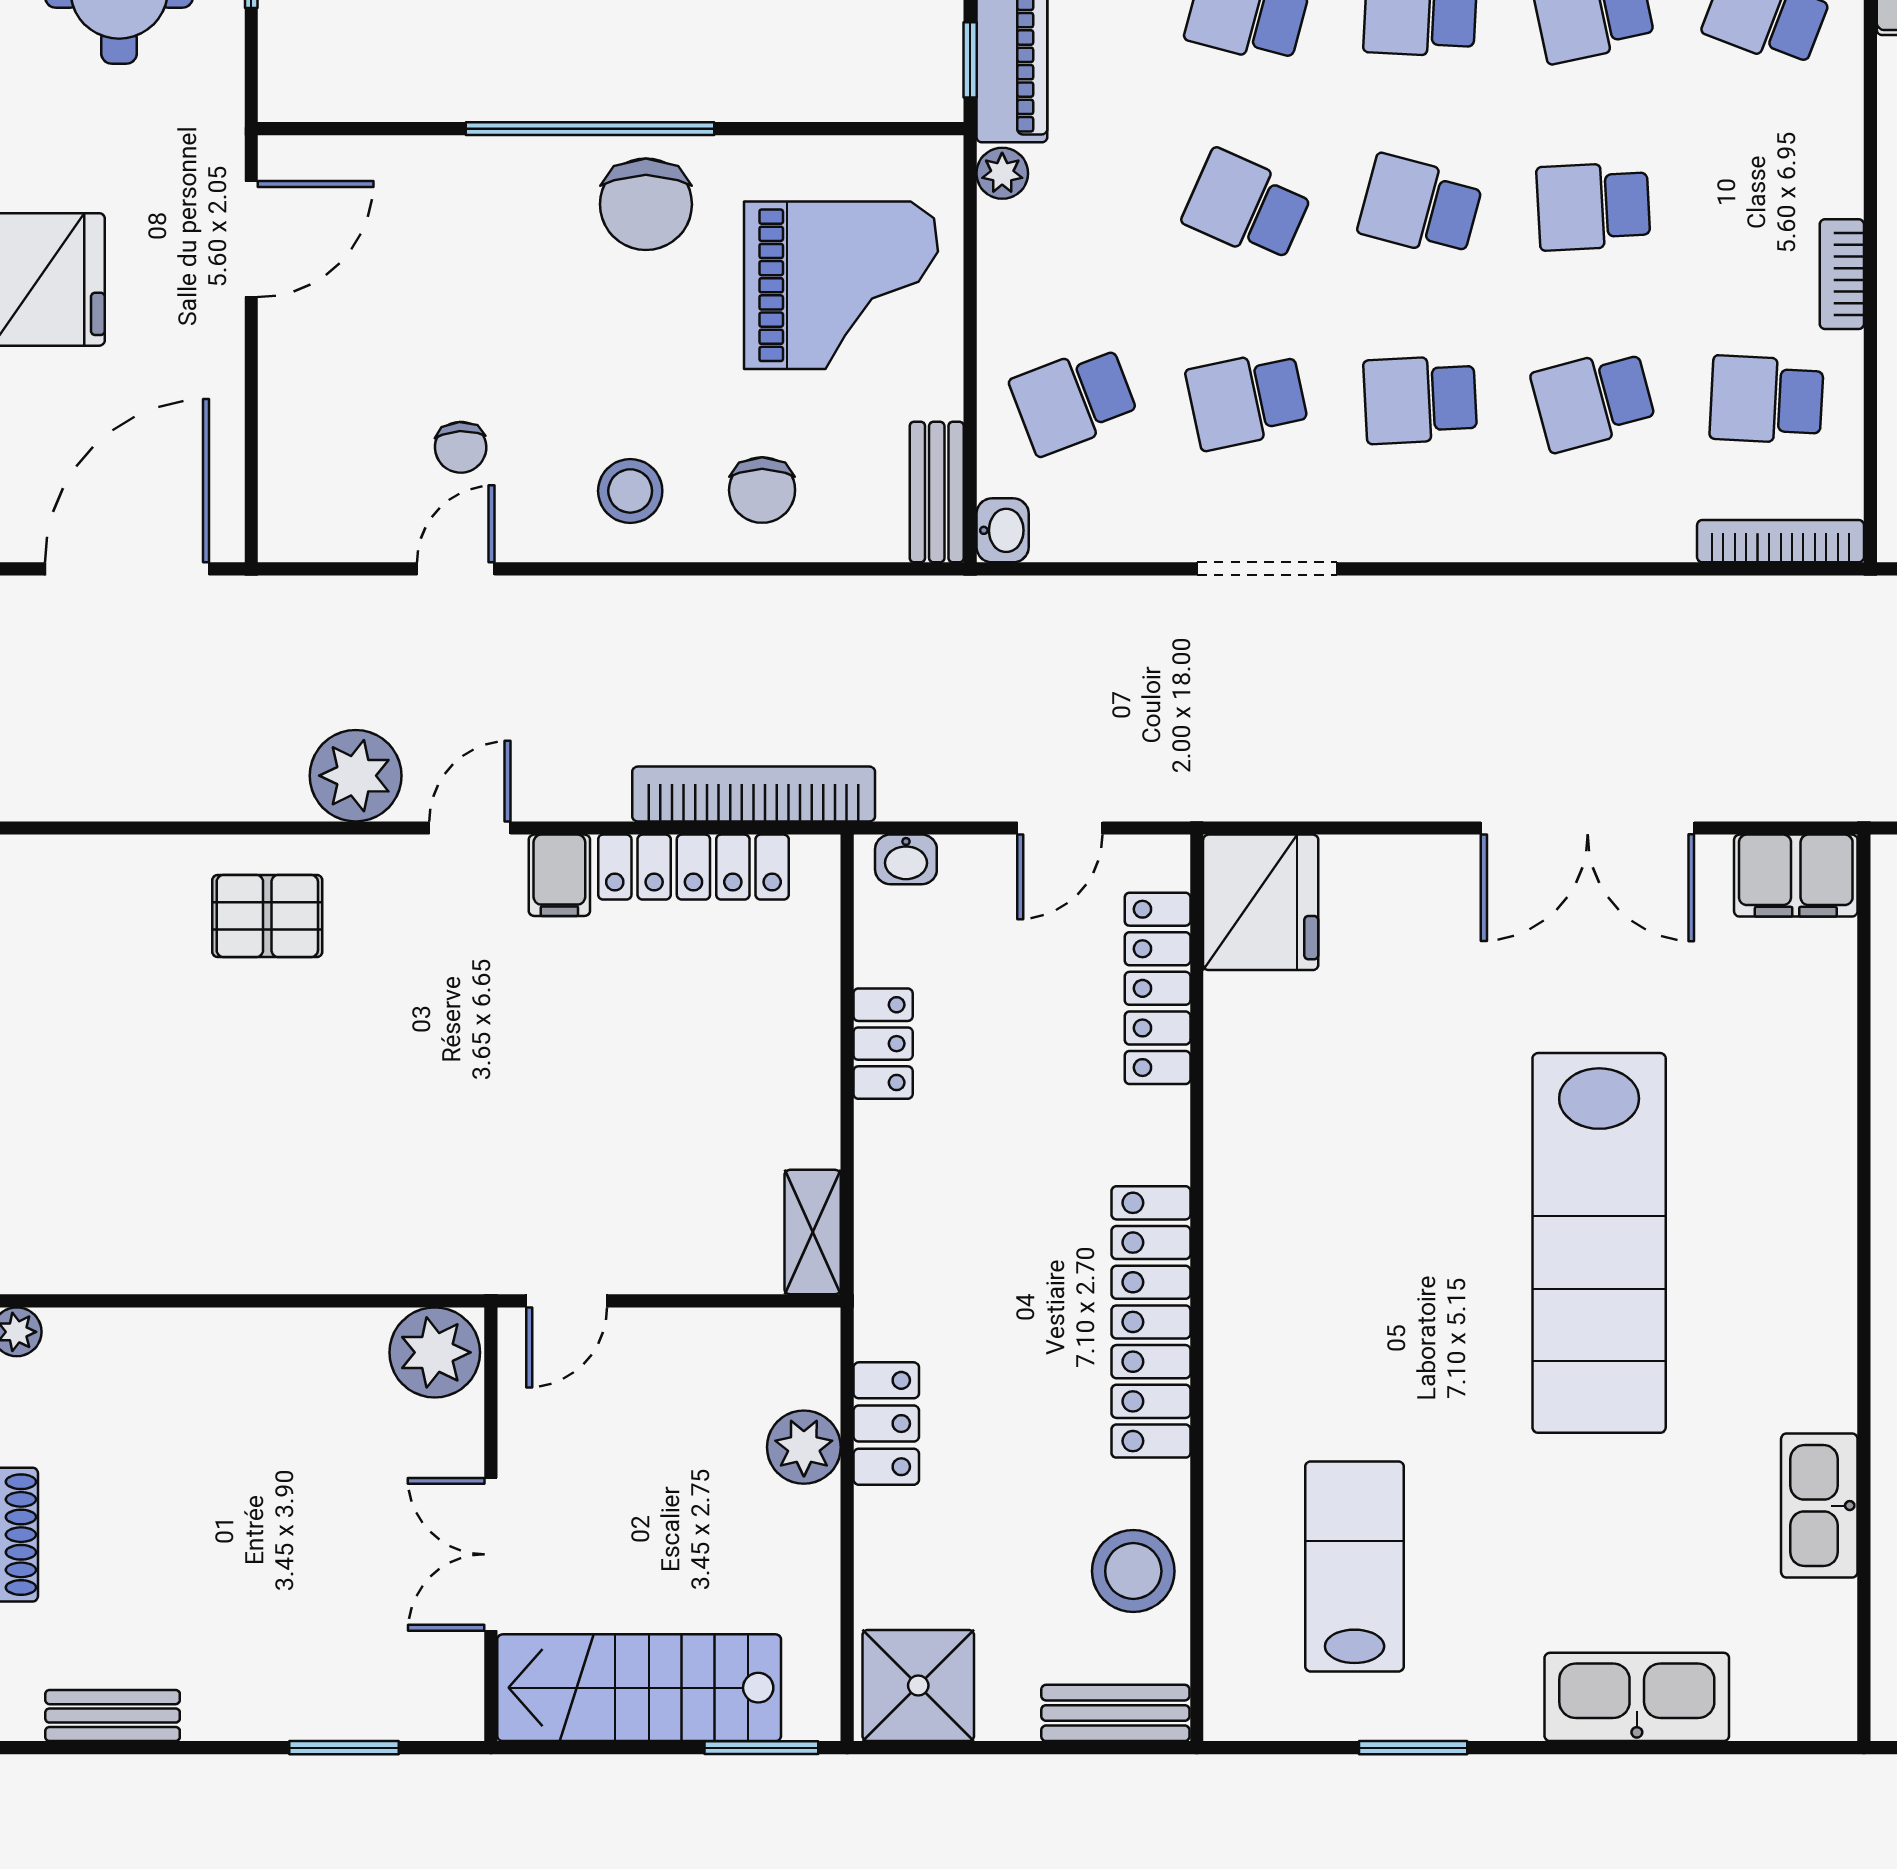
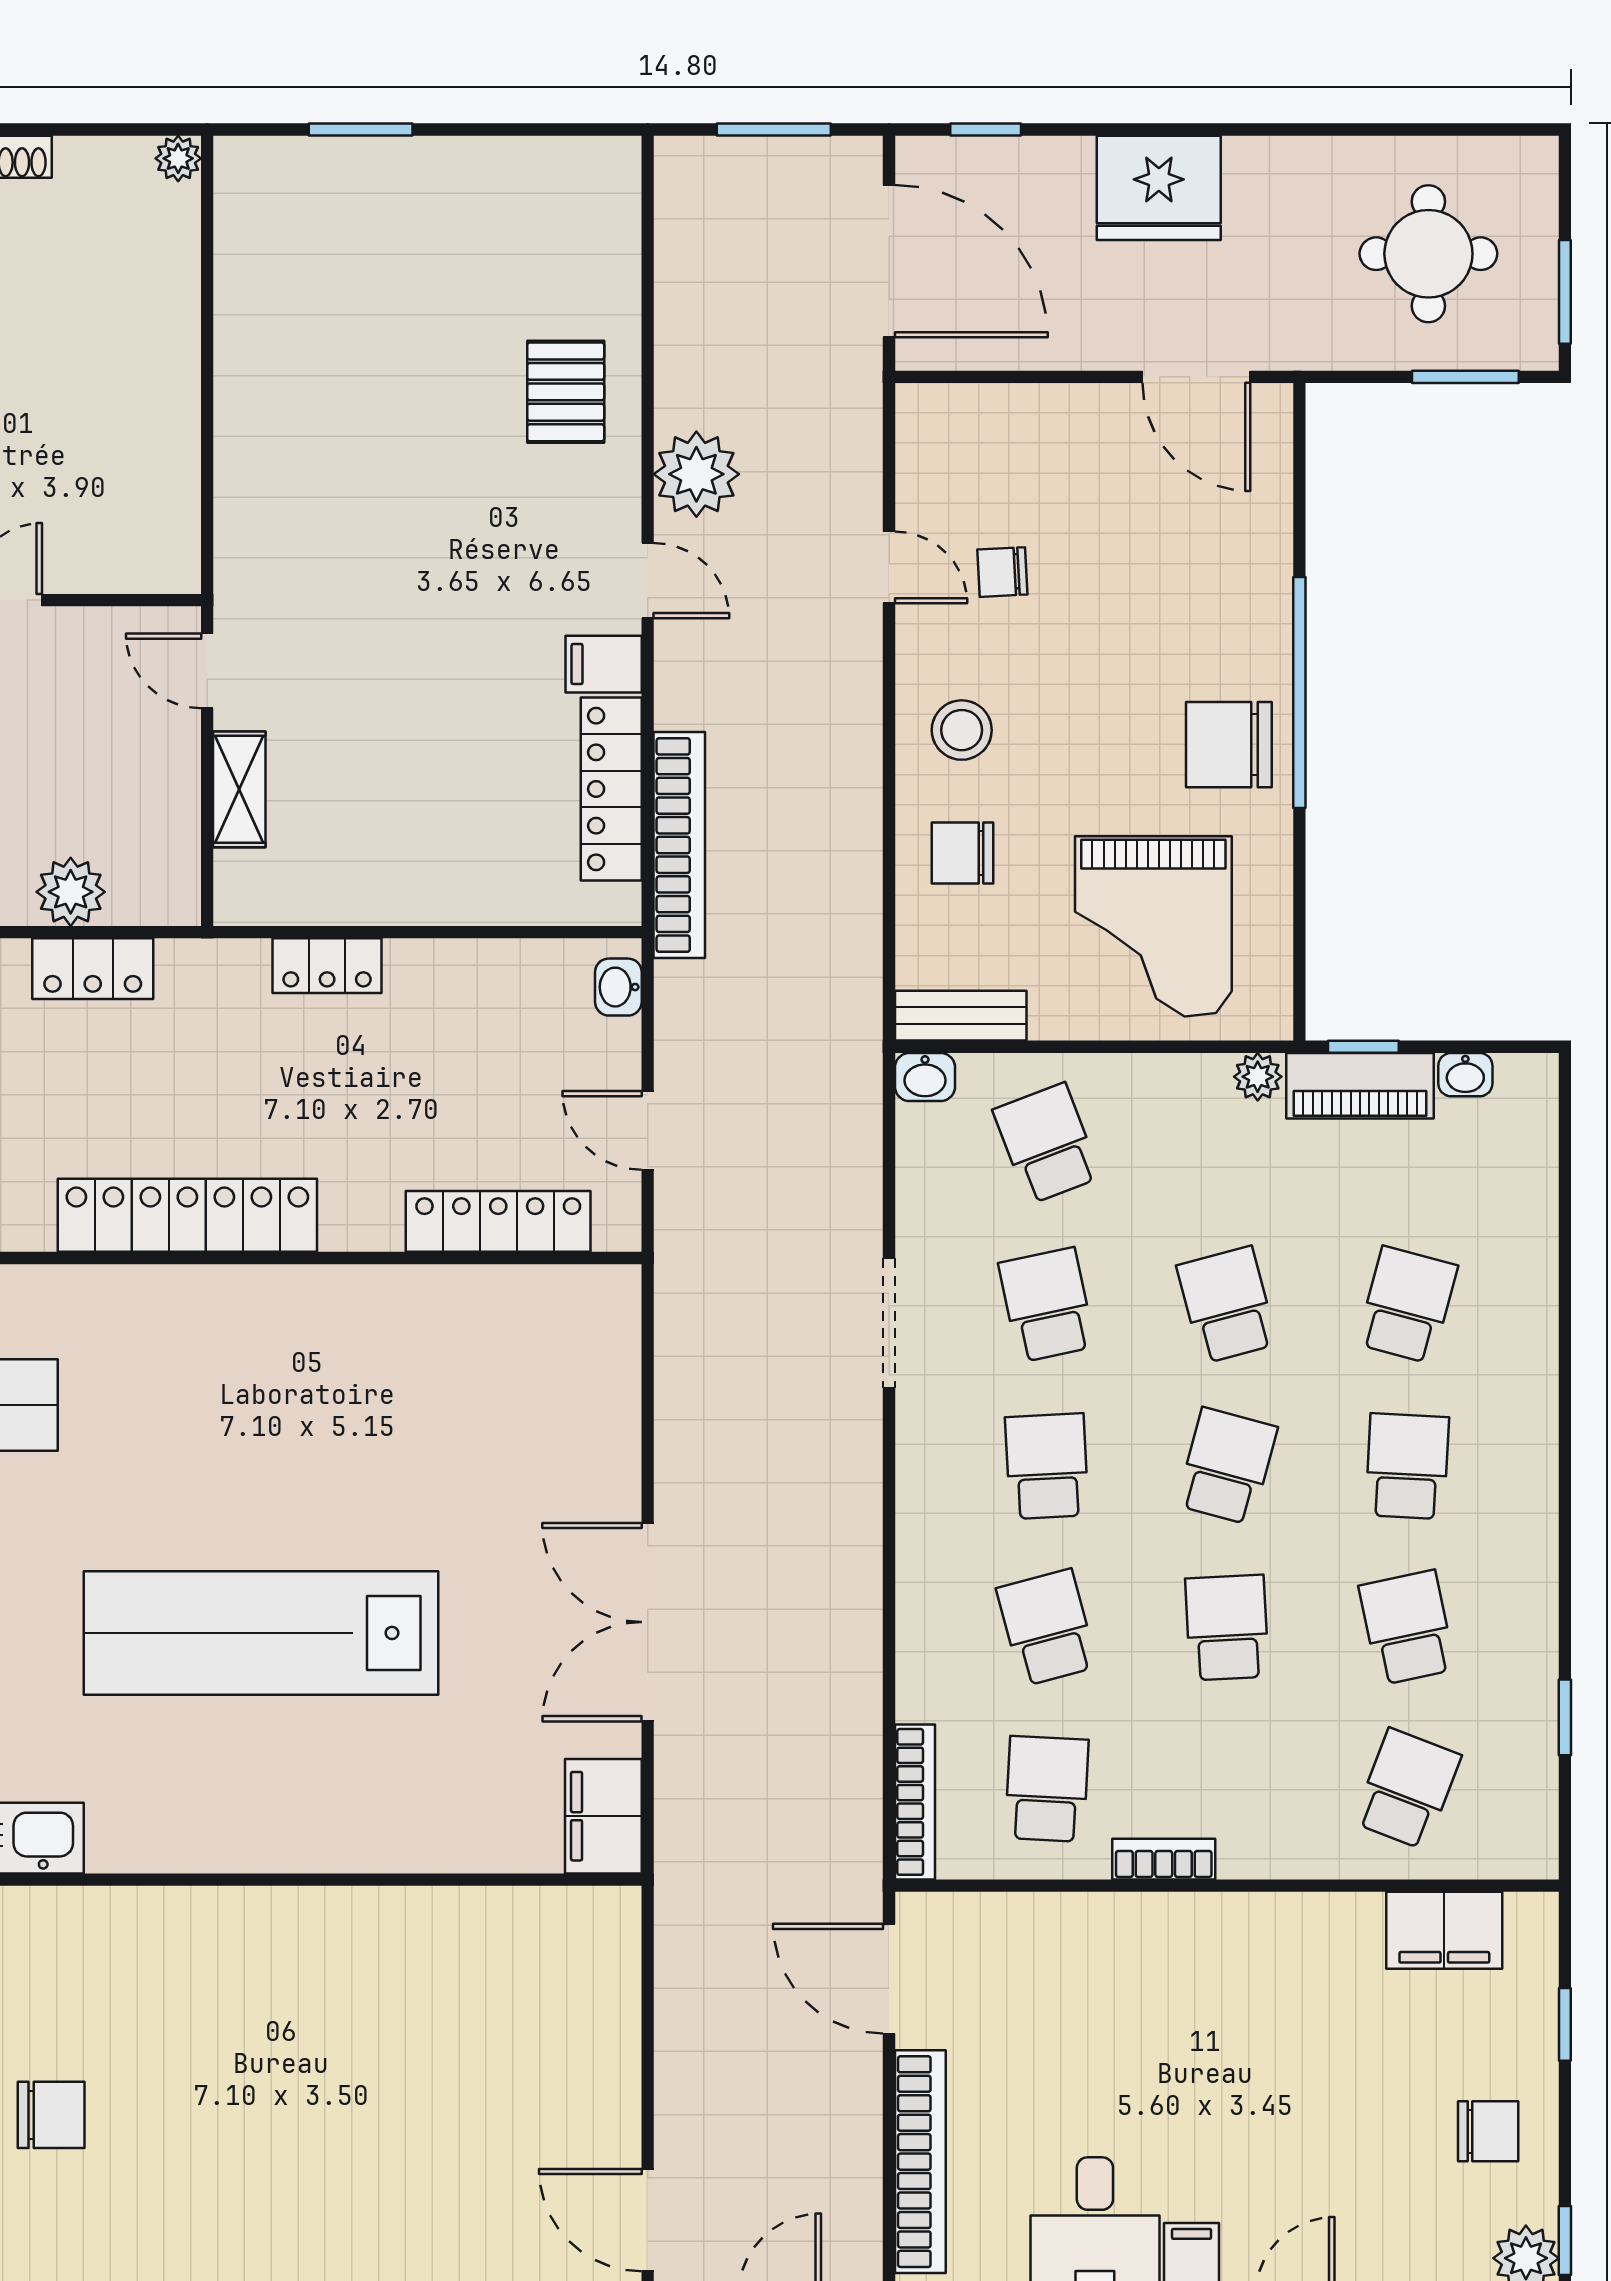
school desk: (1247, 206) -> (1227, 1305), turned -39
fridge: (1261, 902) -> (578, 1318), removed
locker: (883, 1044) -> (327, 966), moved
shelving: (813, 1232) -> (239, 789), moved, turned 90
plant: (435, 1352) -> (159, 548), removed

